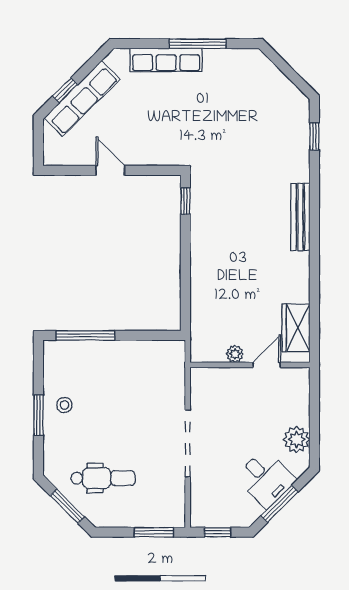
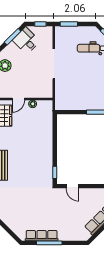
row of seats: (166, 60) -> (42, 236), moved
door: (110, 170) -> (72, 186), moved
desk: (266, 478) -> (26, 41), moved

